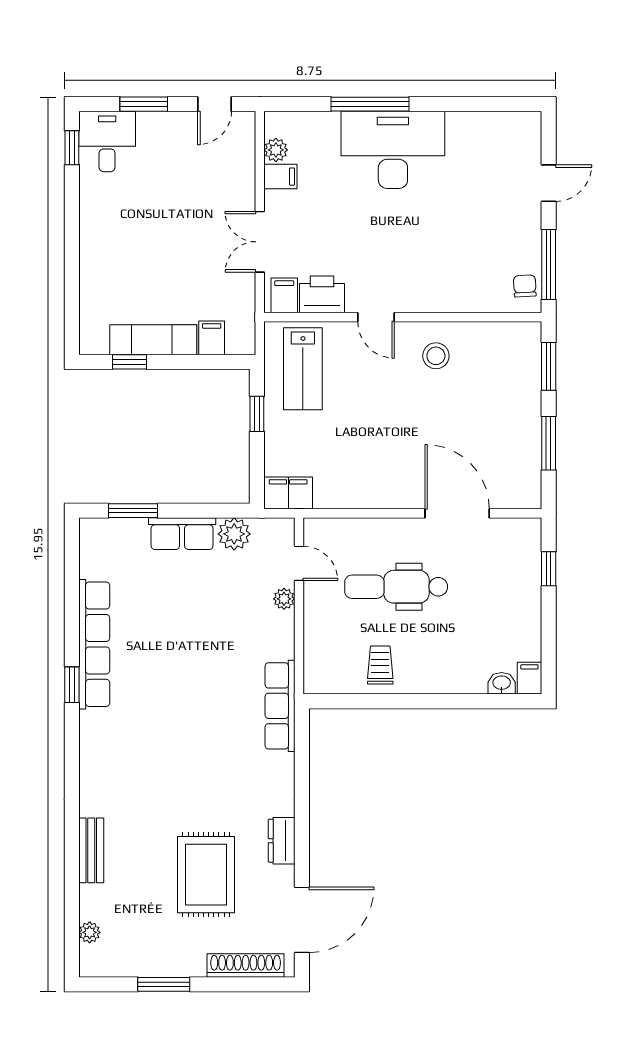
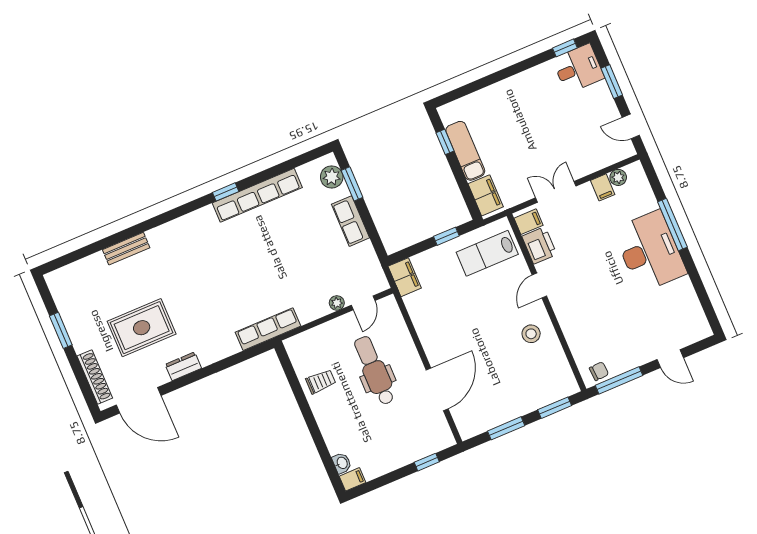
filing cabinet: (212, 338) -> (486, 195), width x2.00
plant: (234, 534) -> (332, 177), moved
plant: (90, 932) -> (74, 270), removed

